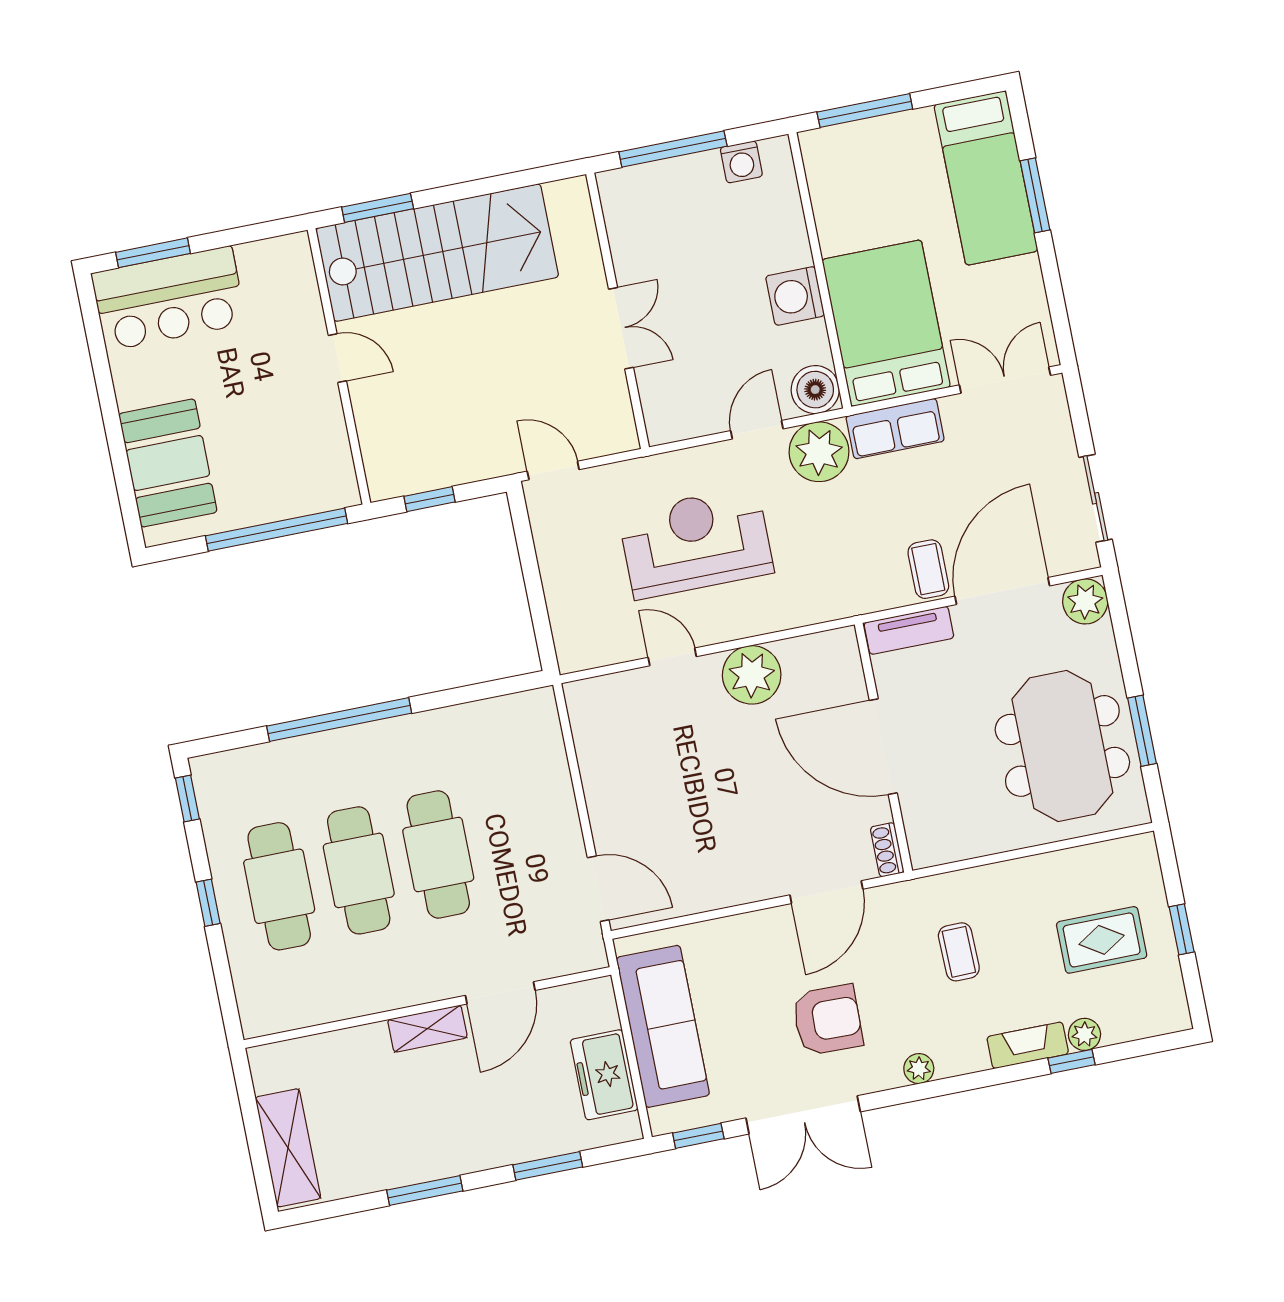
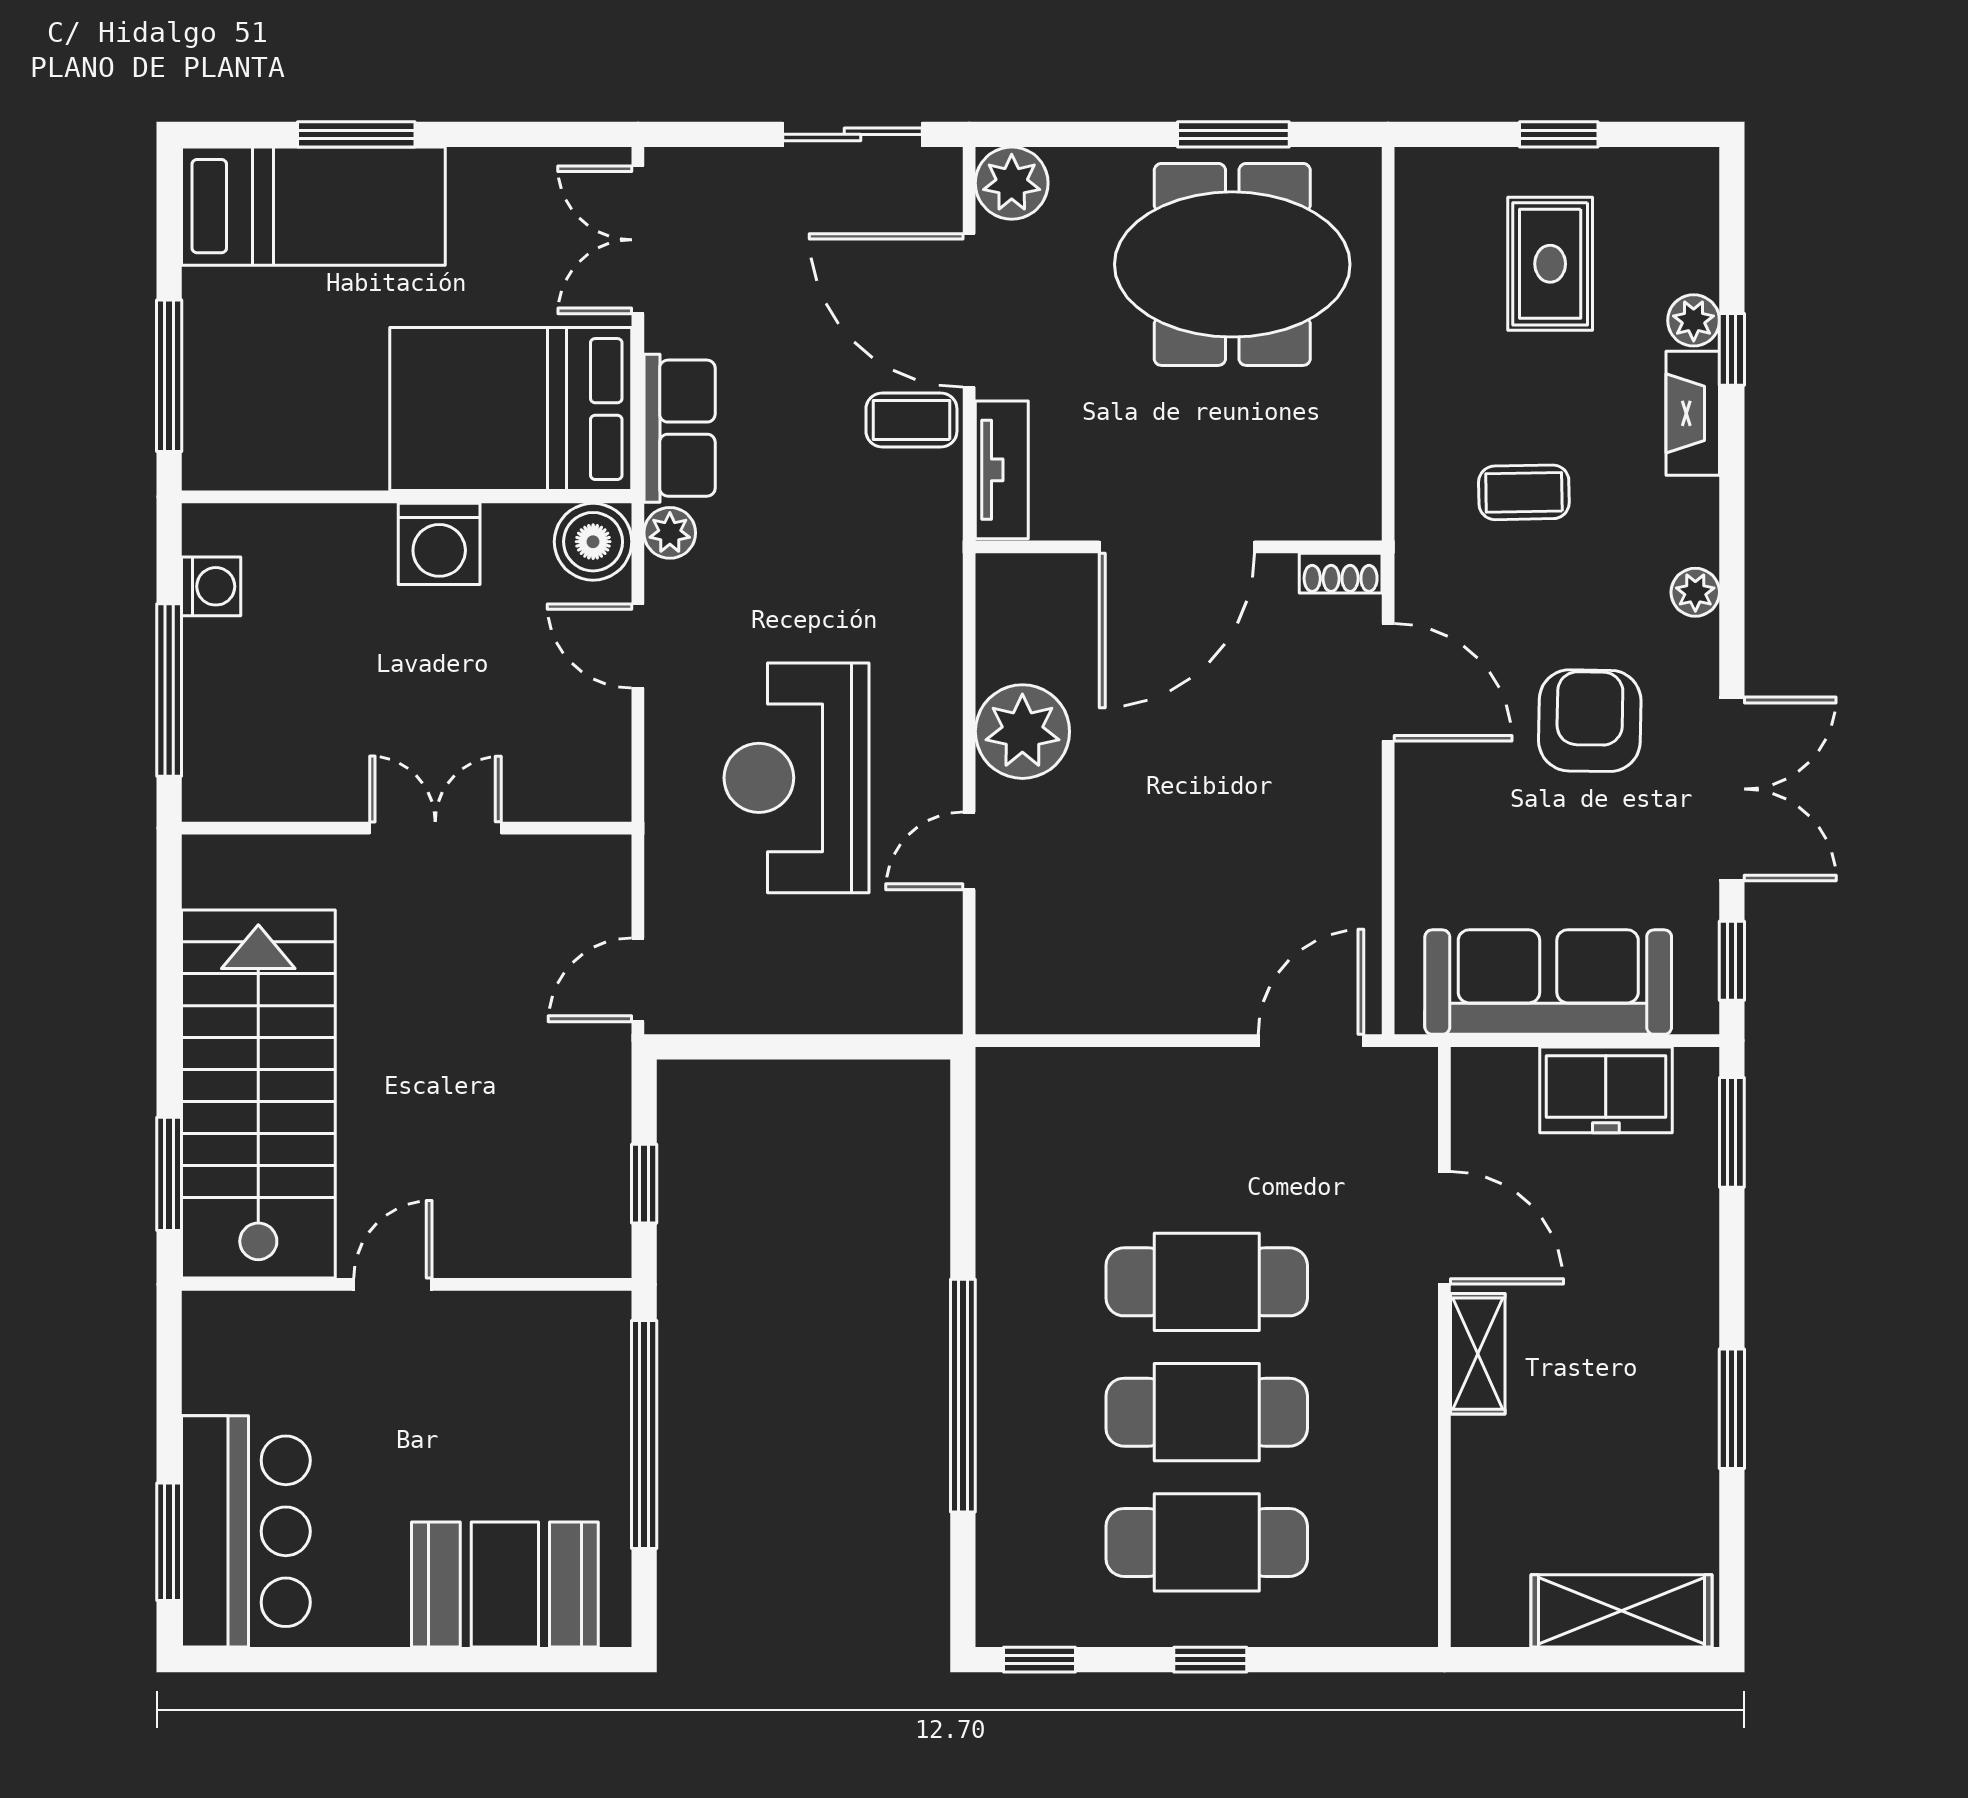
plant: (819, 452) -> (670, 533), width x0.53, depth x0.53
window: (548, 1166) -> (1732, 1132), moved

